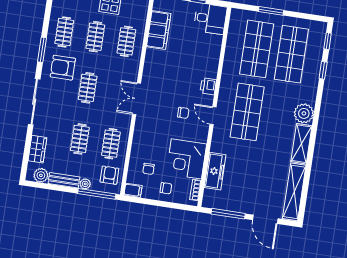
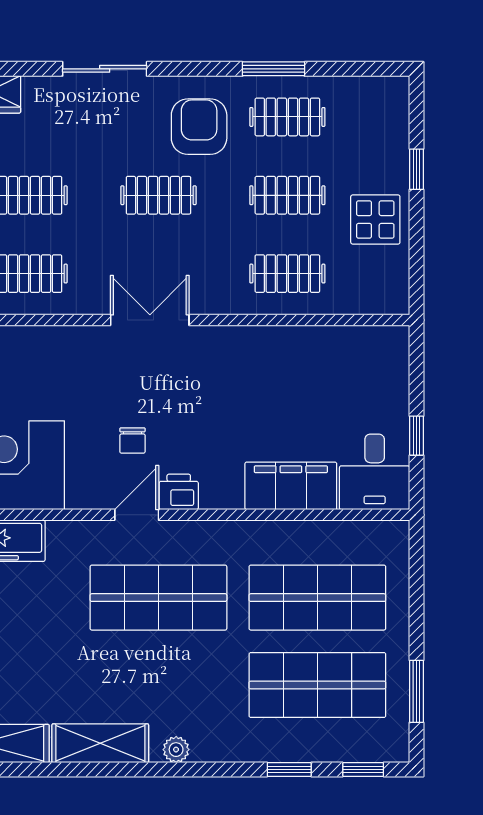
window: (271, 11) -> (417, 691), moved
filing cabinet: (159, 30) -> (291, 486), moved, turned 180
window: (42, 50) -> (273, 69), moved
printer: (208, 86) -> (179, 492), moved
sliding door: (34, 102) -> (105, 69), width x0.73
plant: (304, 113) -> (176, 750), width x0.53, depth x0.53

